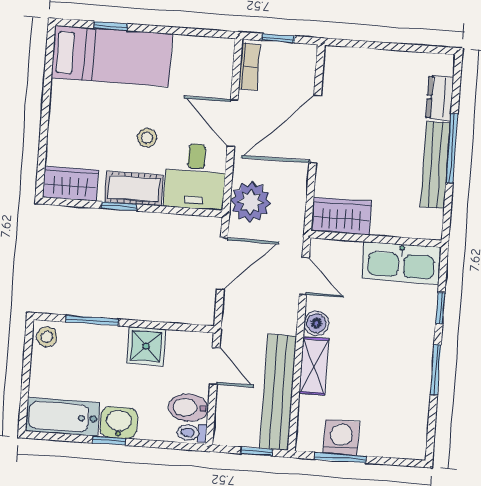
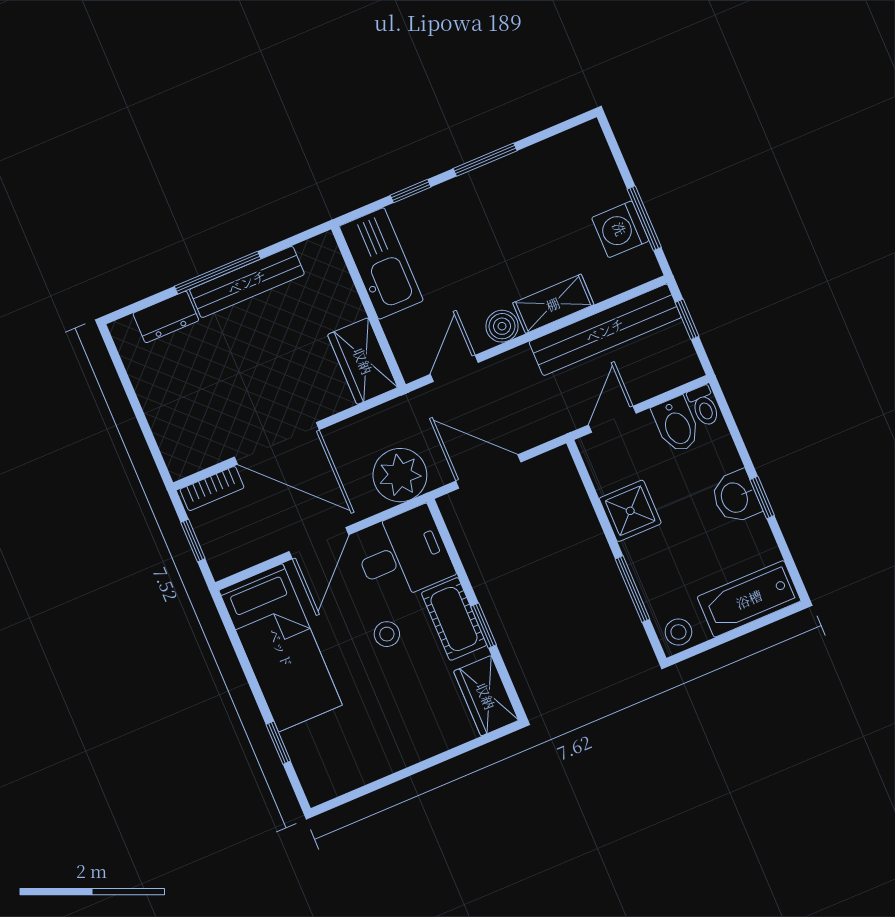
bed: (112, 56) -> (281, 648), moved, turned 180
bookcase: (249, 67) -> (212, 489), moved, turned 180
bathtub: (62, 417) -> (749, 599), moved, turned 90

